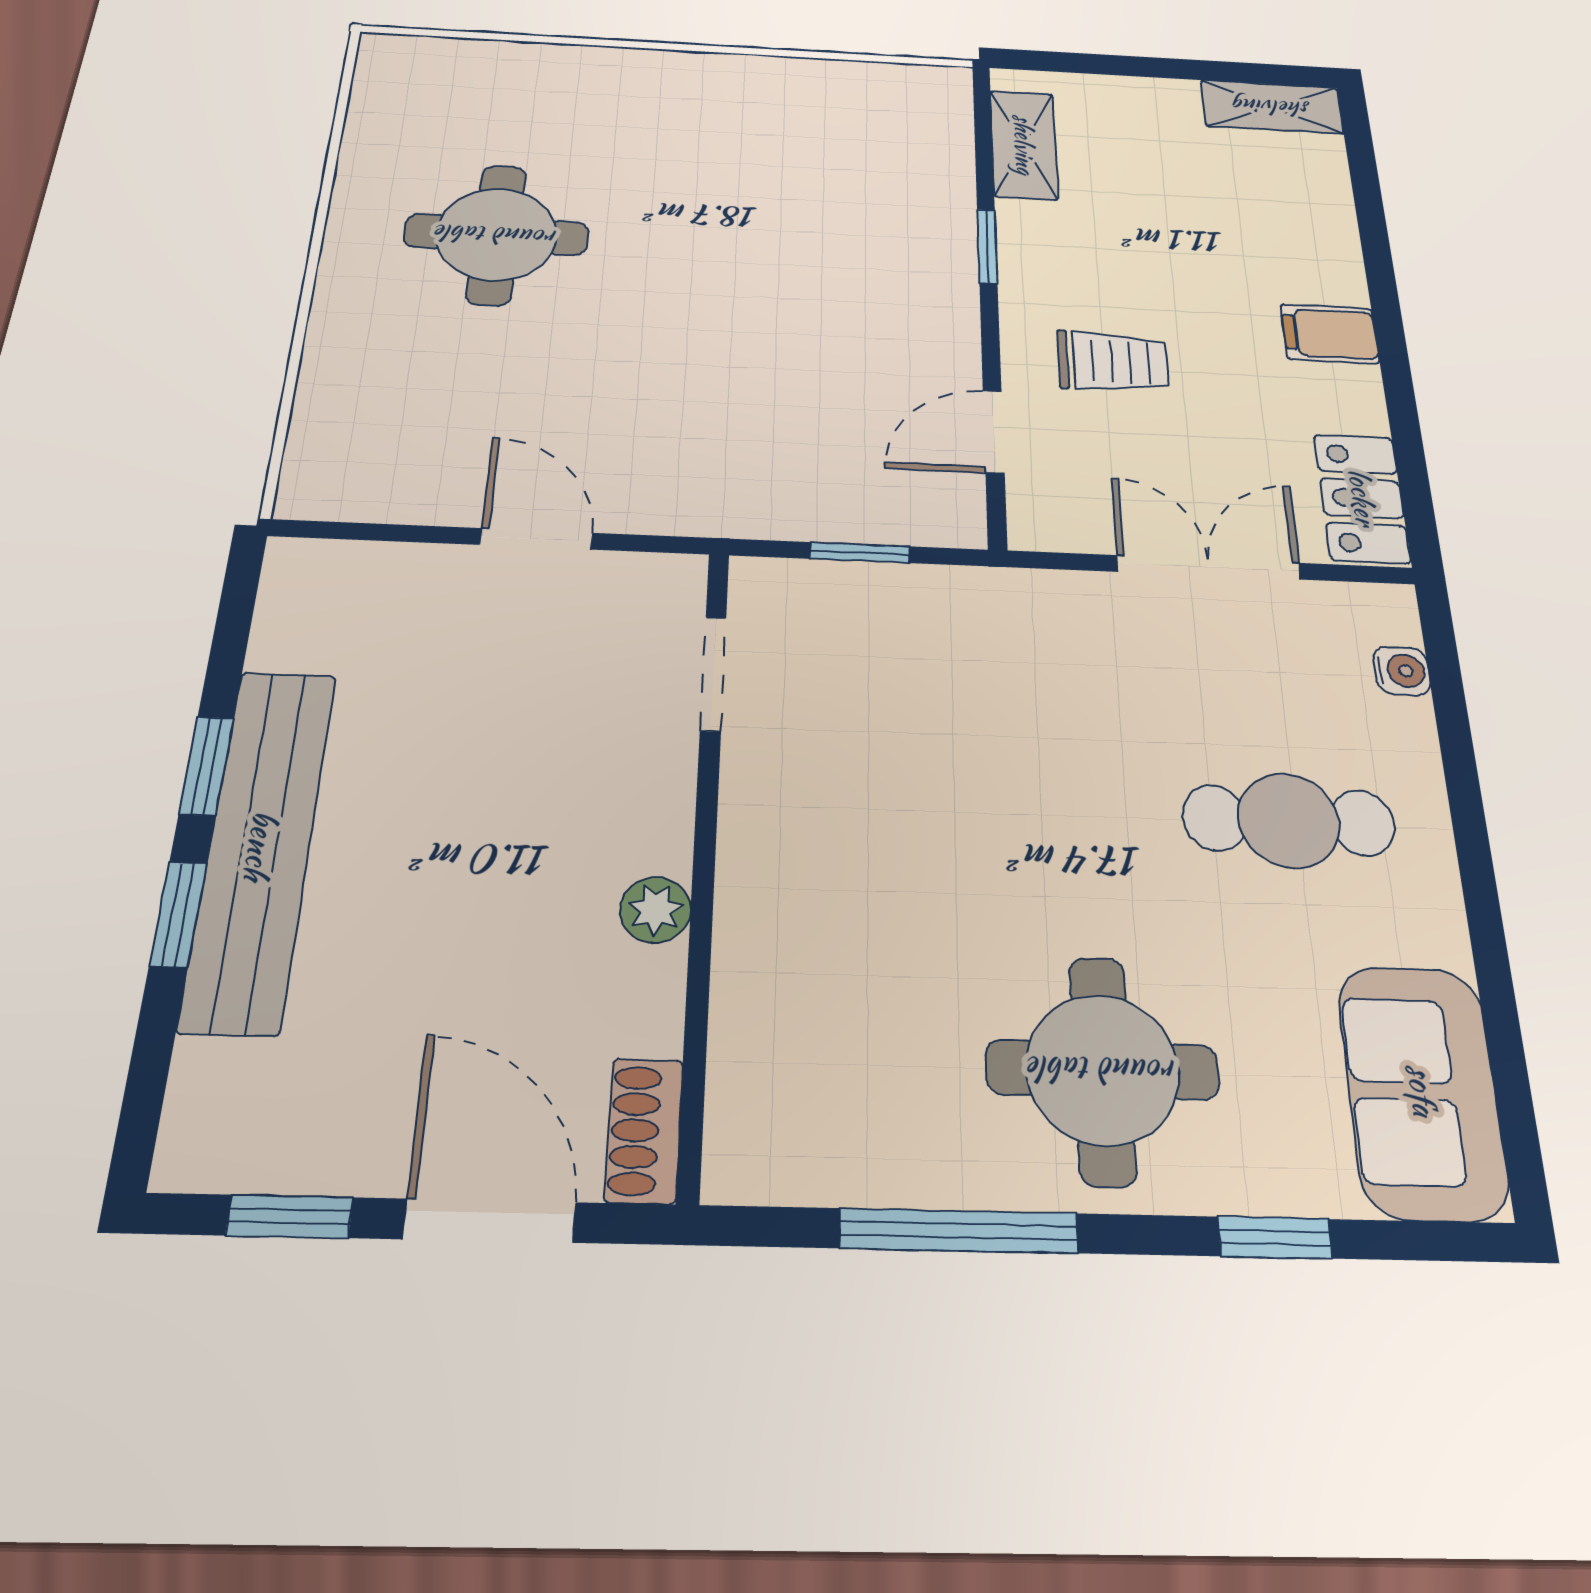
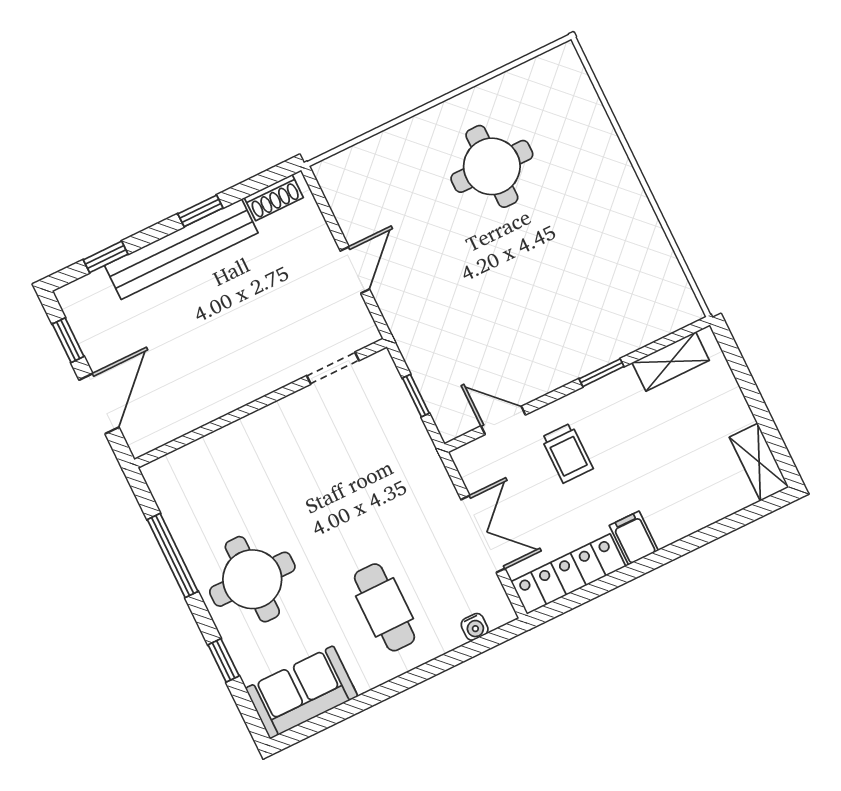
locker: (1362, 498) -> (568, 574), width x1.53
plant: (655, 910) -> (230, 398), removed
window: (178, 914) -> (106, 257), moved
shoe rack: (644, 1131) -> (274, 198), moved, turned 180

